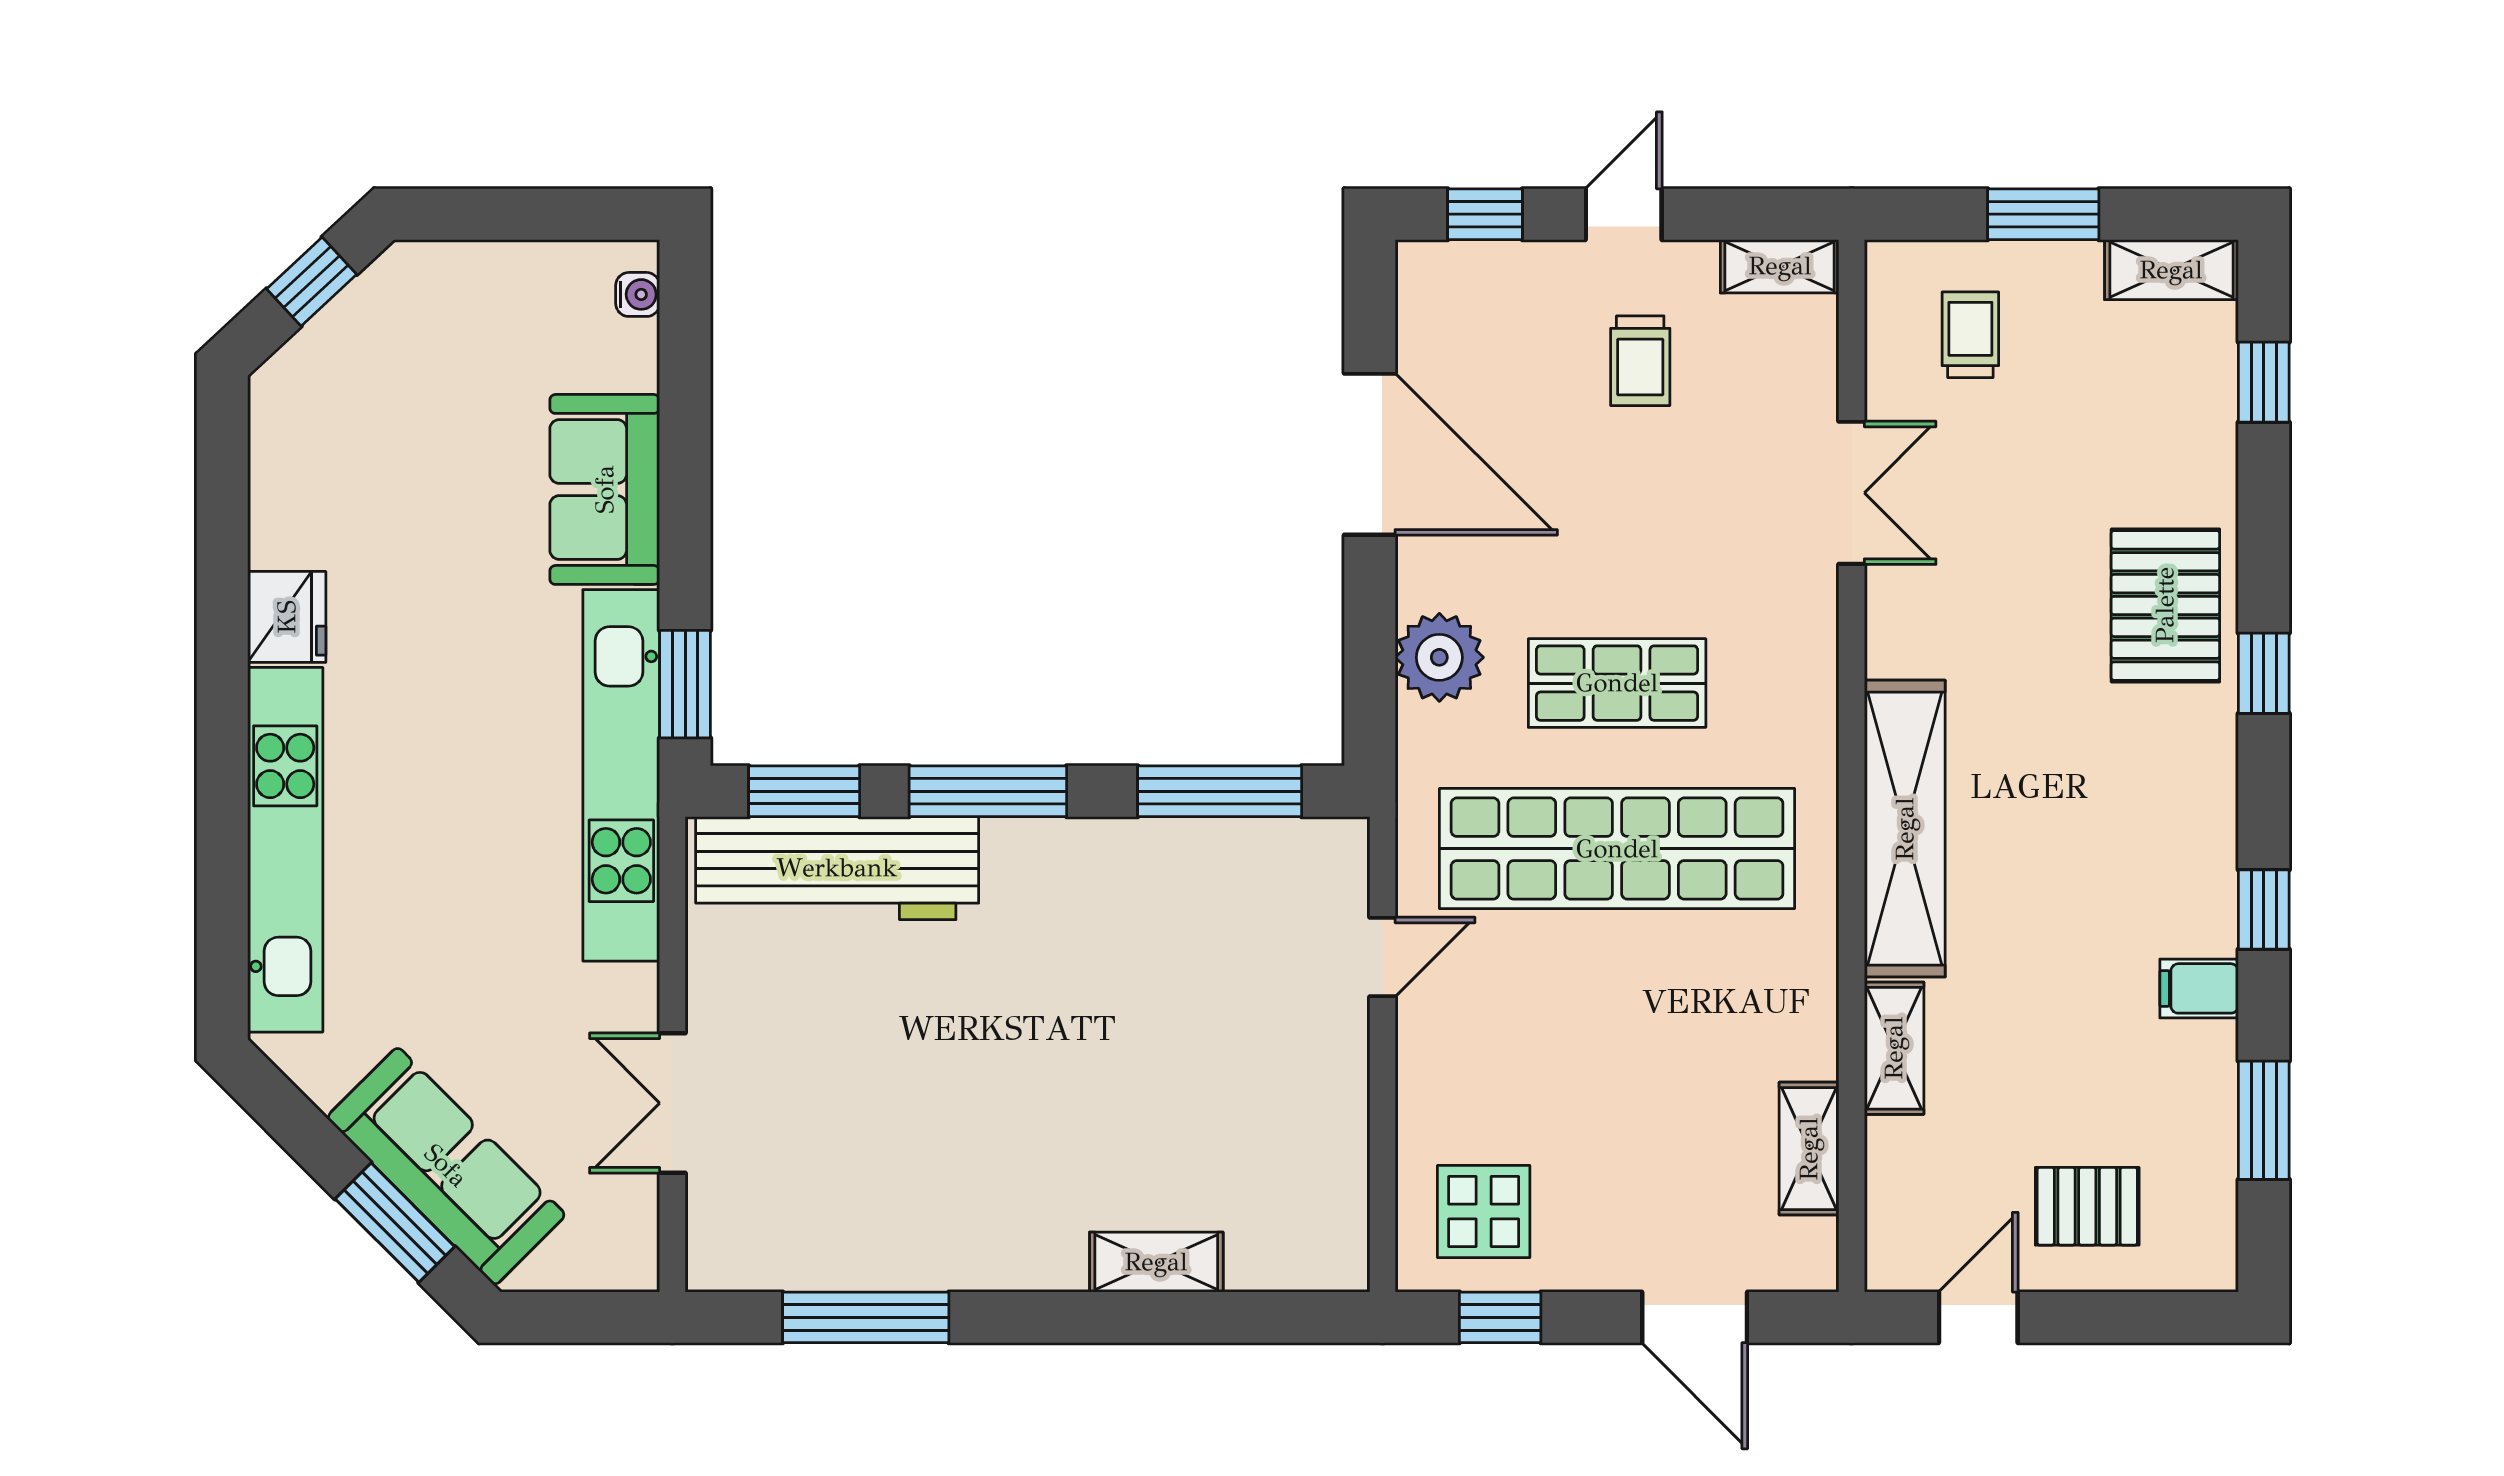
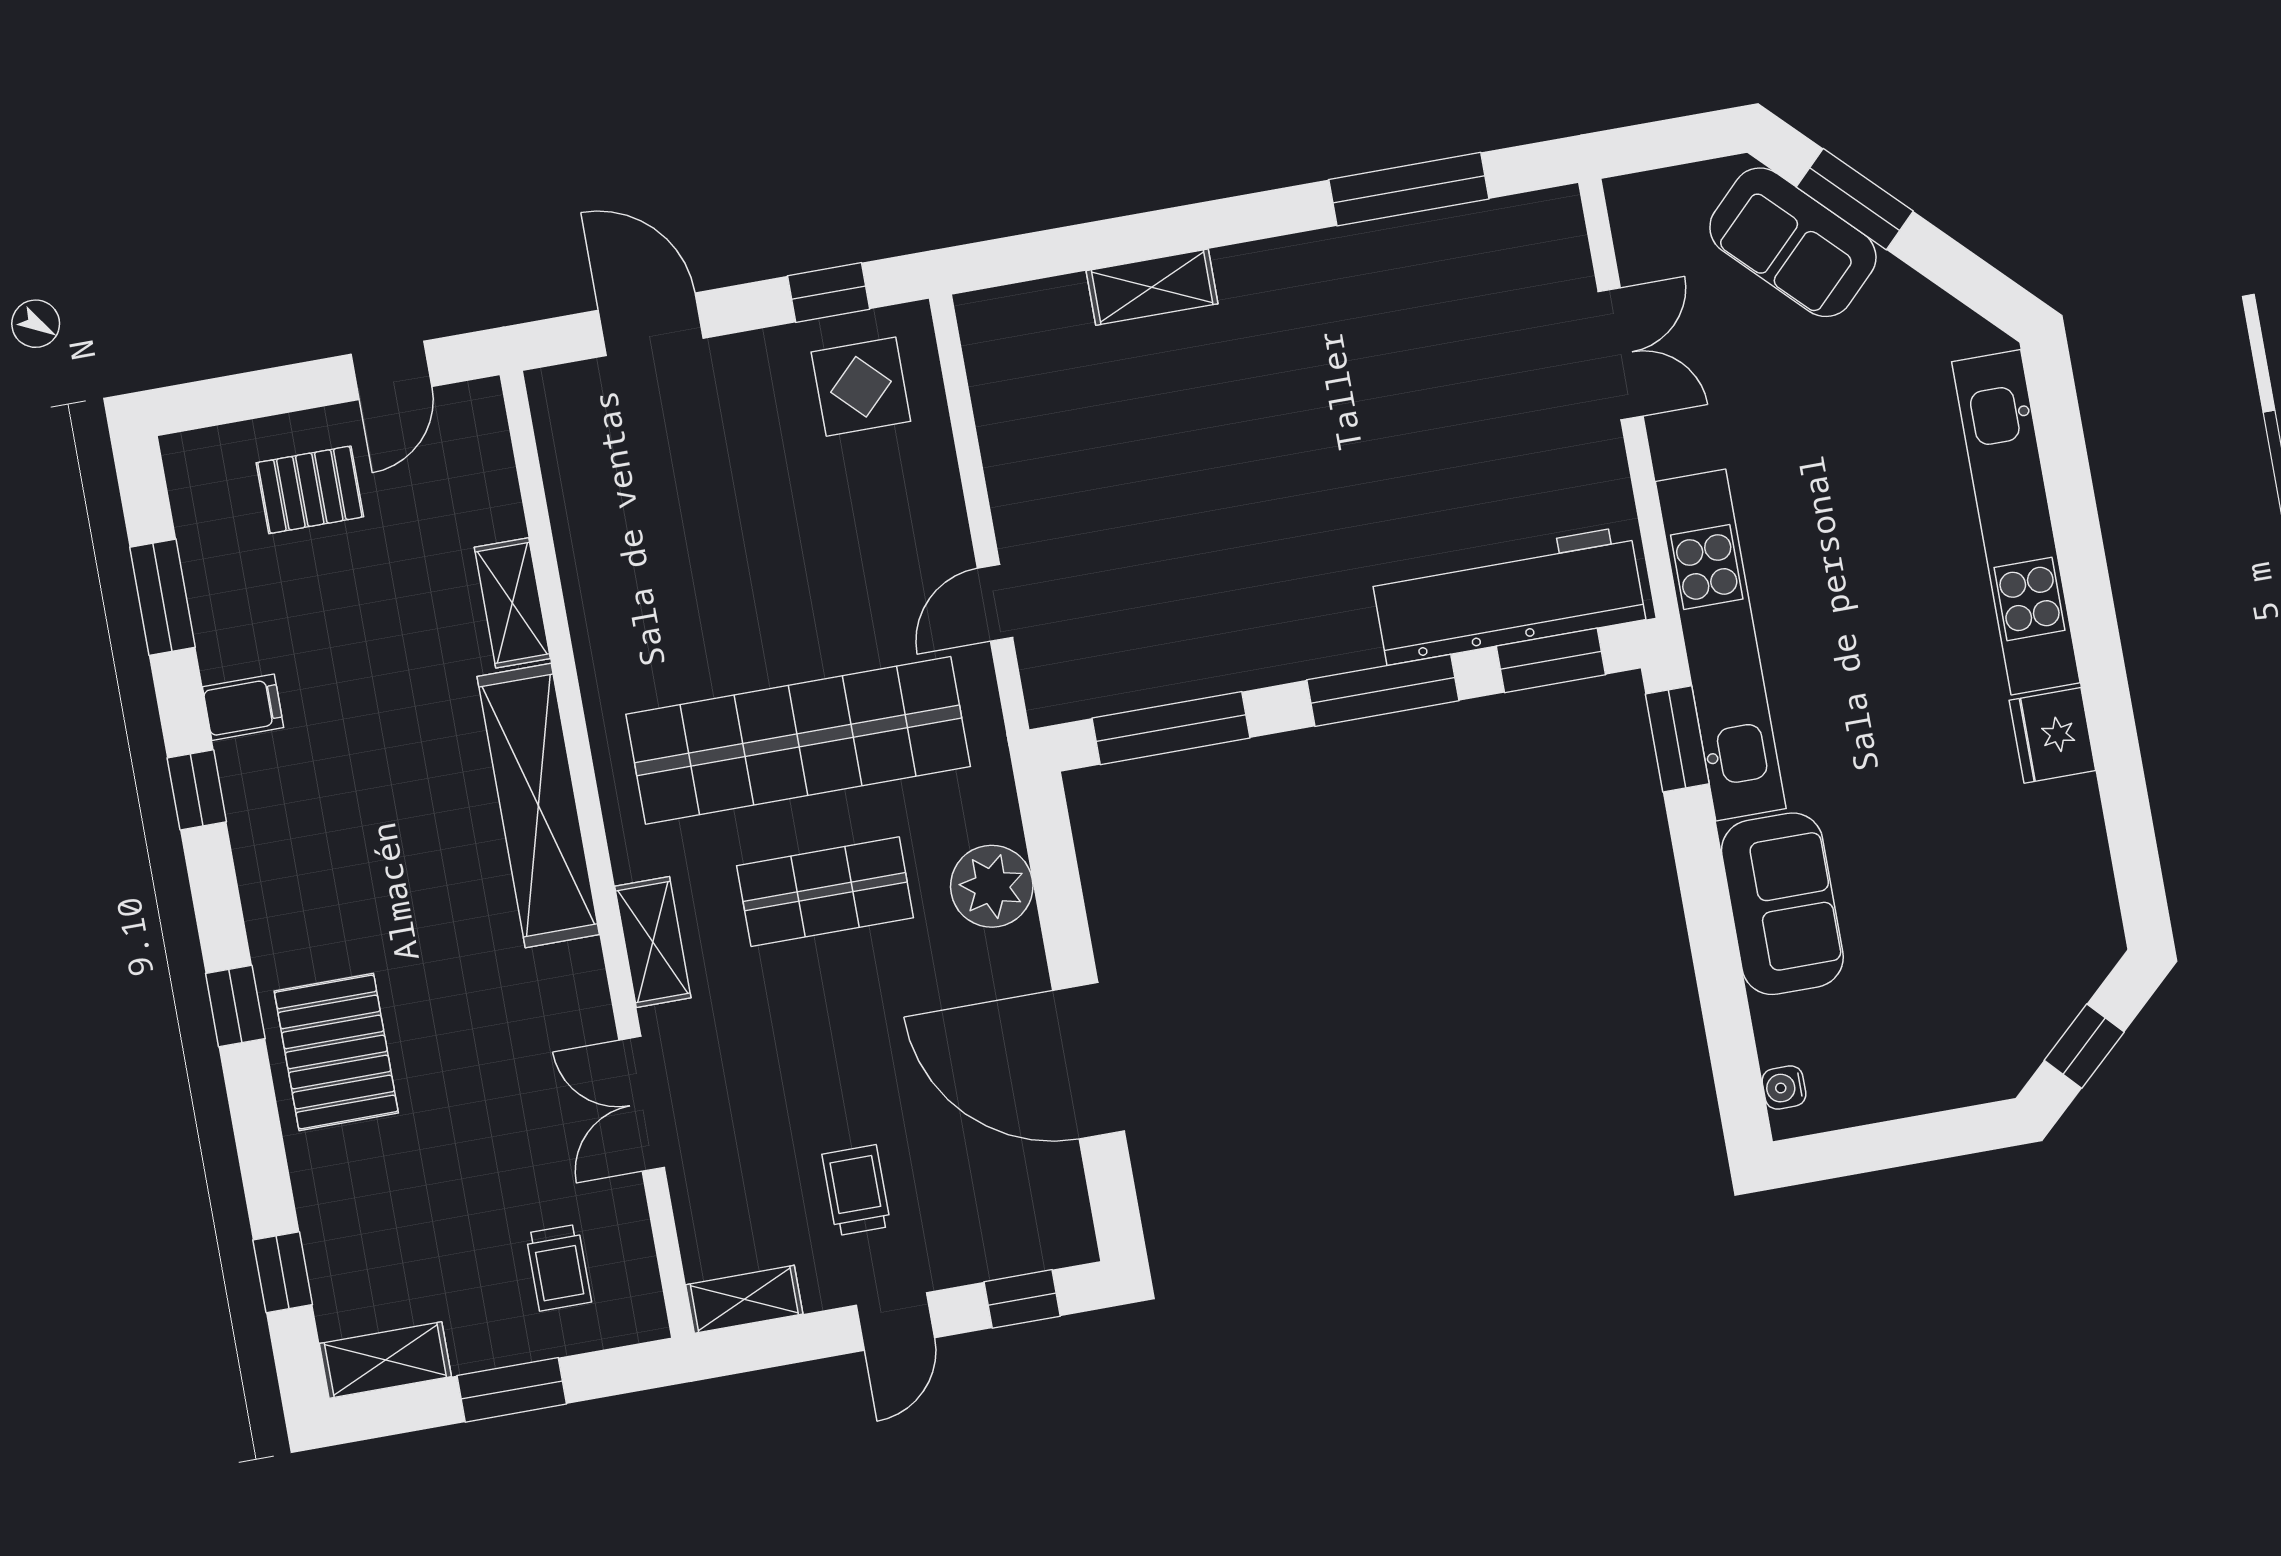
shelving: (1809, 1149) -> (653, 942), moved
sofa: (446, 1166) -> (1793, 242), width x0.73

